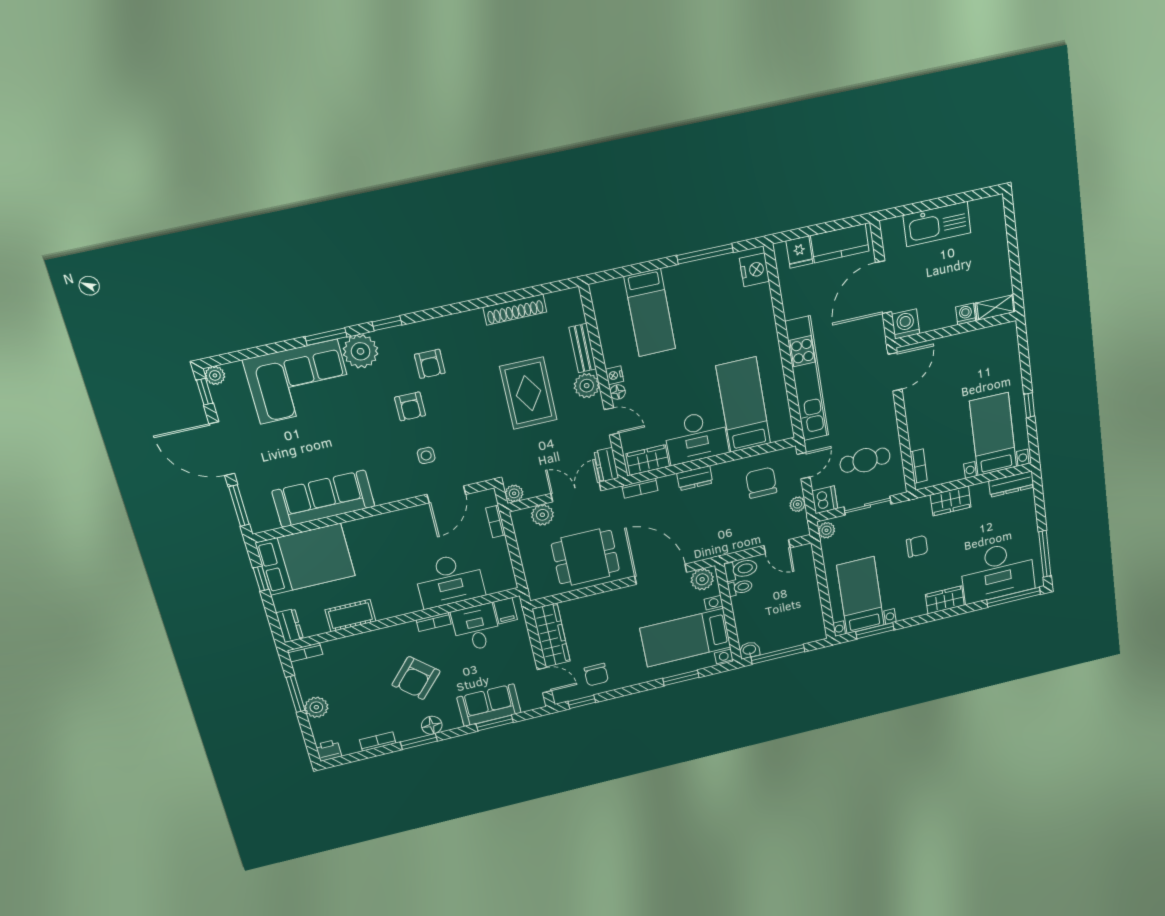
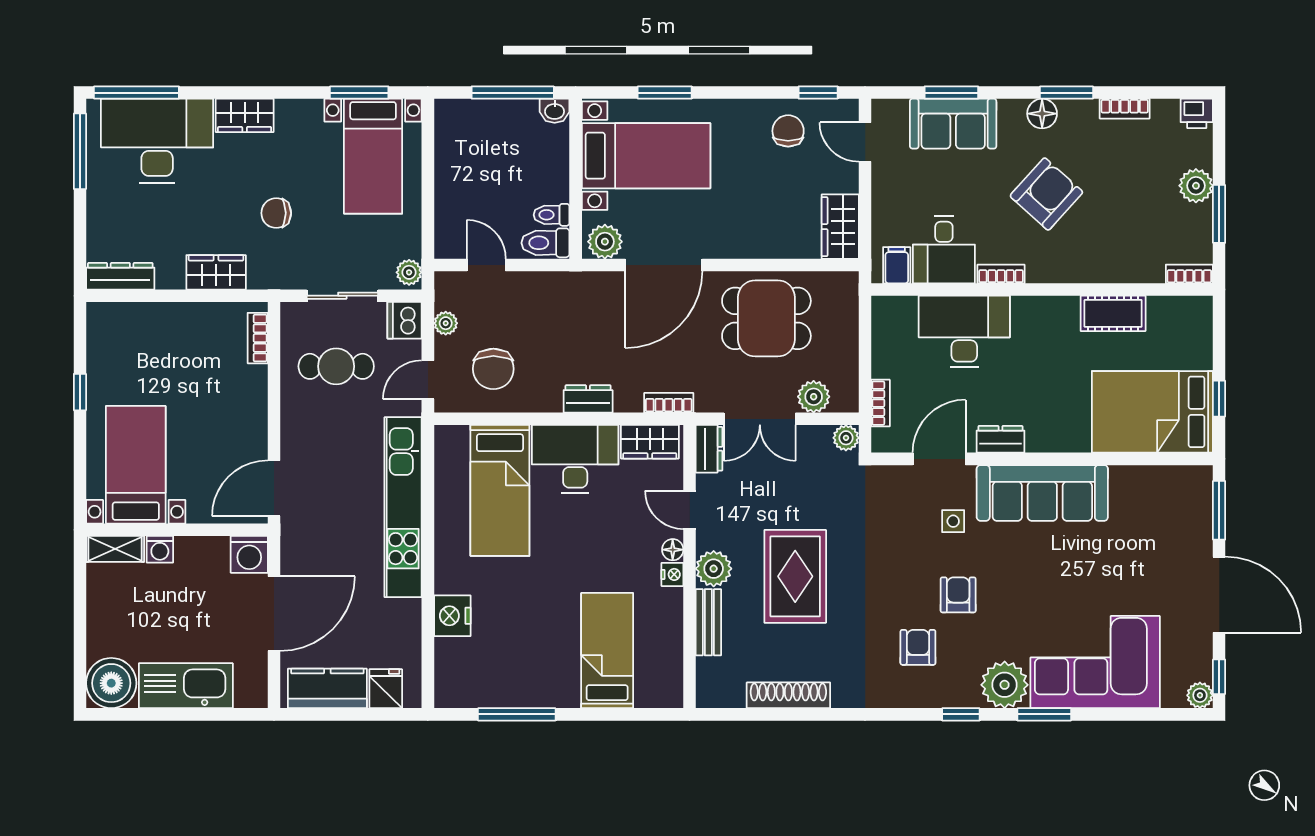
boiler: (988, 215) -> (111, 683), added
nightstand: (754, 270) -> (452, 616), moved
bed with nightstands: (993, 434) -> (136, 465), moved, turned 180
sofa: (323, 499) -> (1042, 493), moved
door: (661, 574) -> (664, 265), hinge flipped
dresser: (290, 626) -> (1000, 439), moved, turned 90
wardrobe: (551, 635) -> (840, 227), width x0.67

